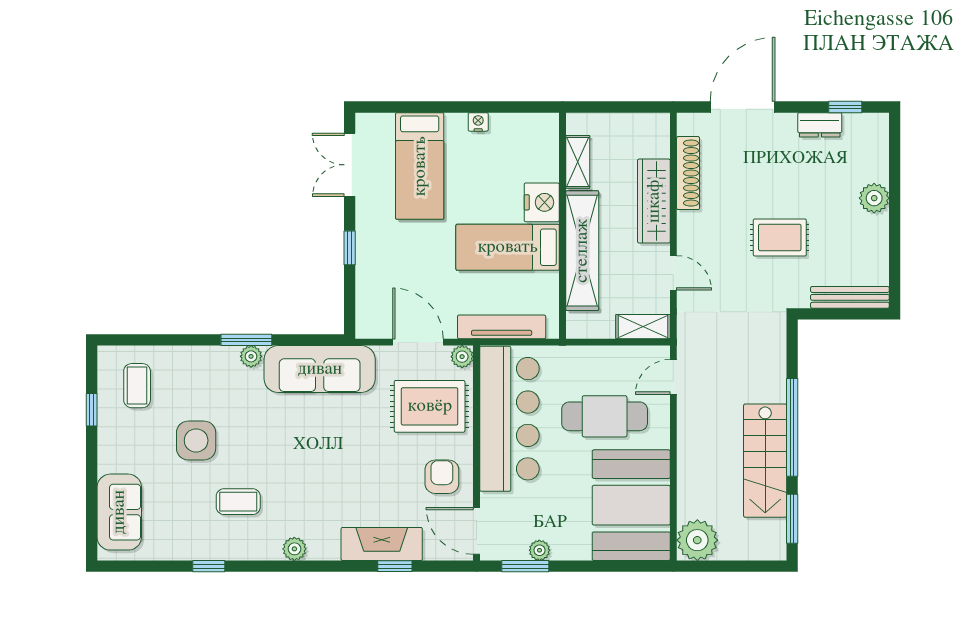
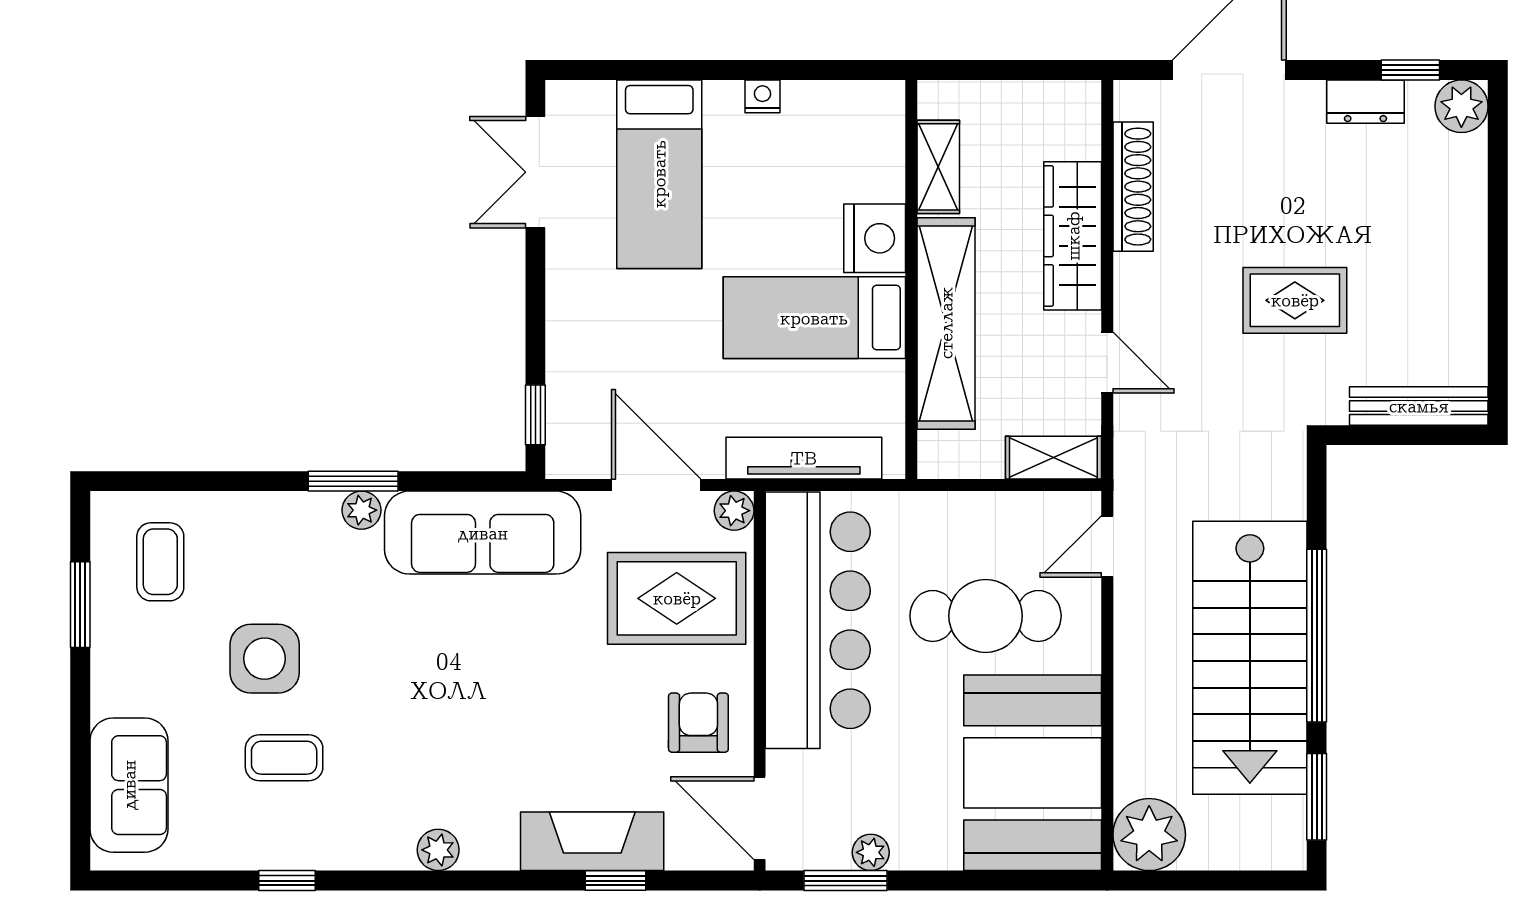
plant: (874, 198) -> (1461, 106), moved
window: (350, 248) -> (535, 415), moved
window: (92, 410) -> (80, 605), width x1.50
stairs: (765, 461) -> (1250, 658), width x1.36, depth x1.51
coffee table: (238, 502) -> (284, 758), moved

